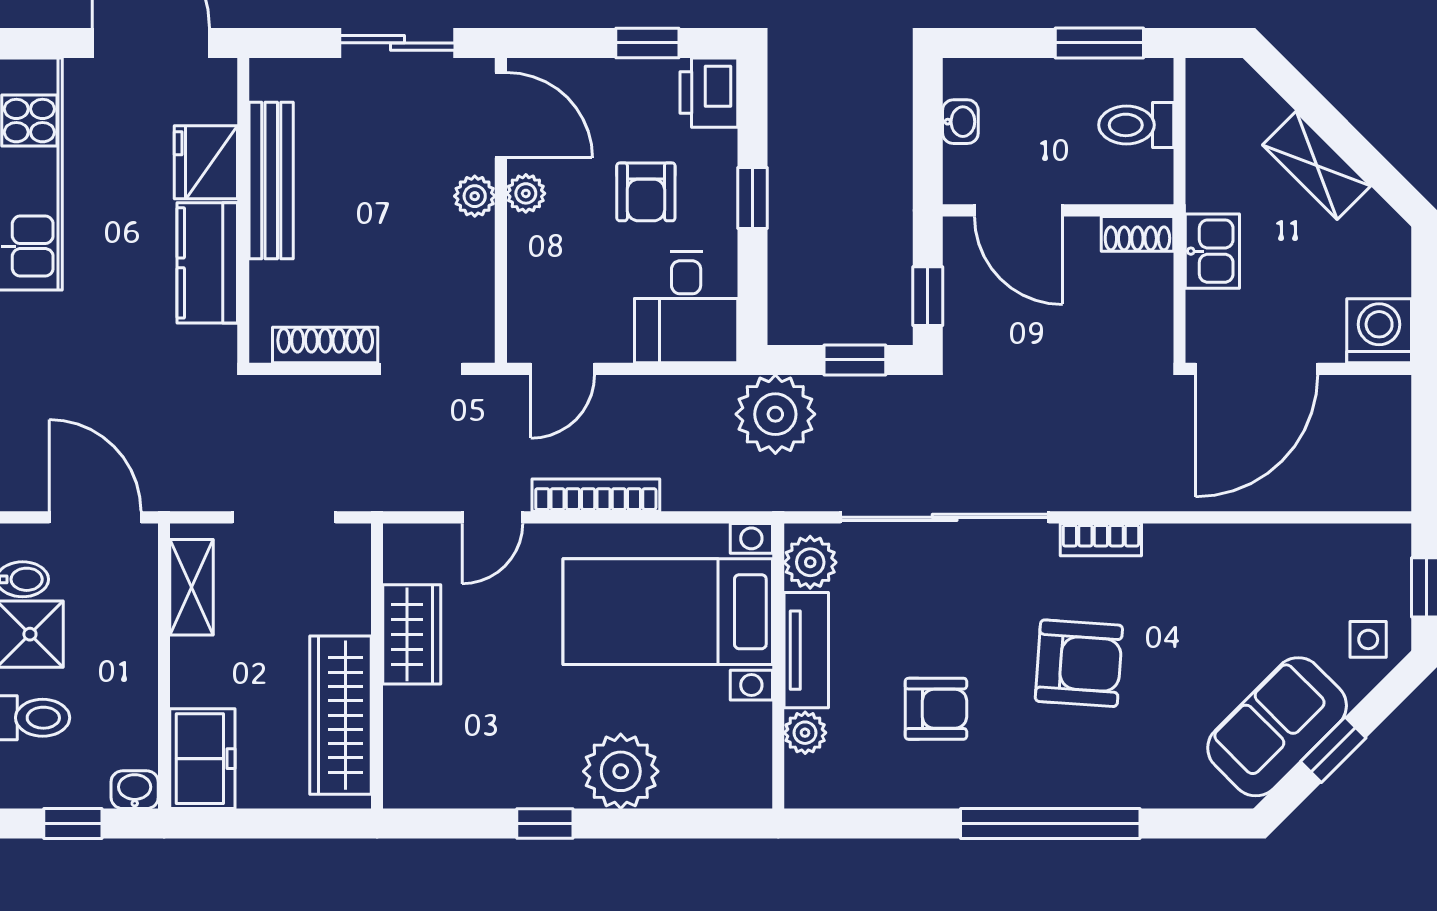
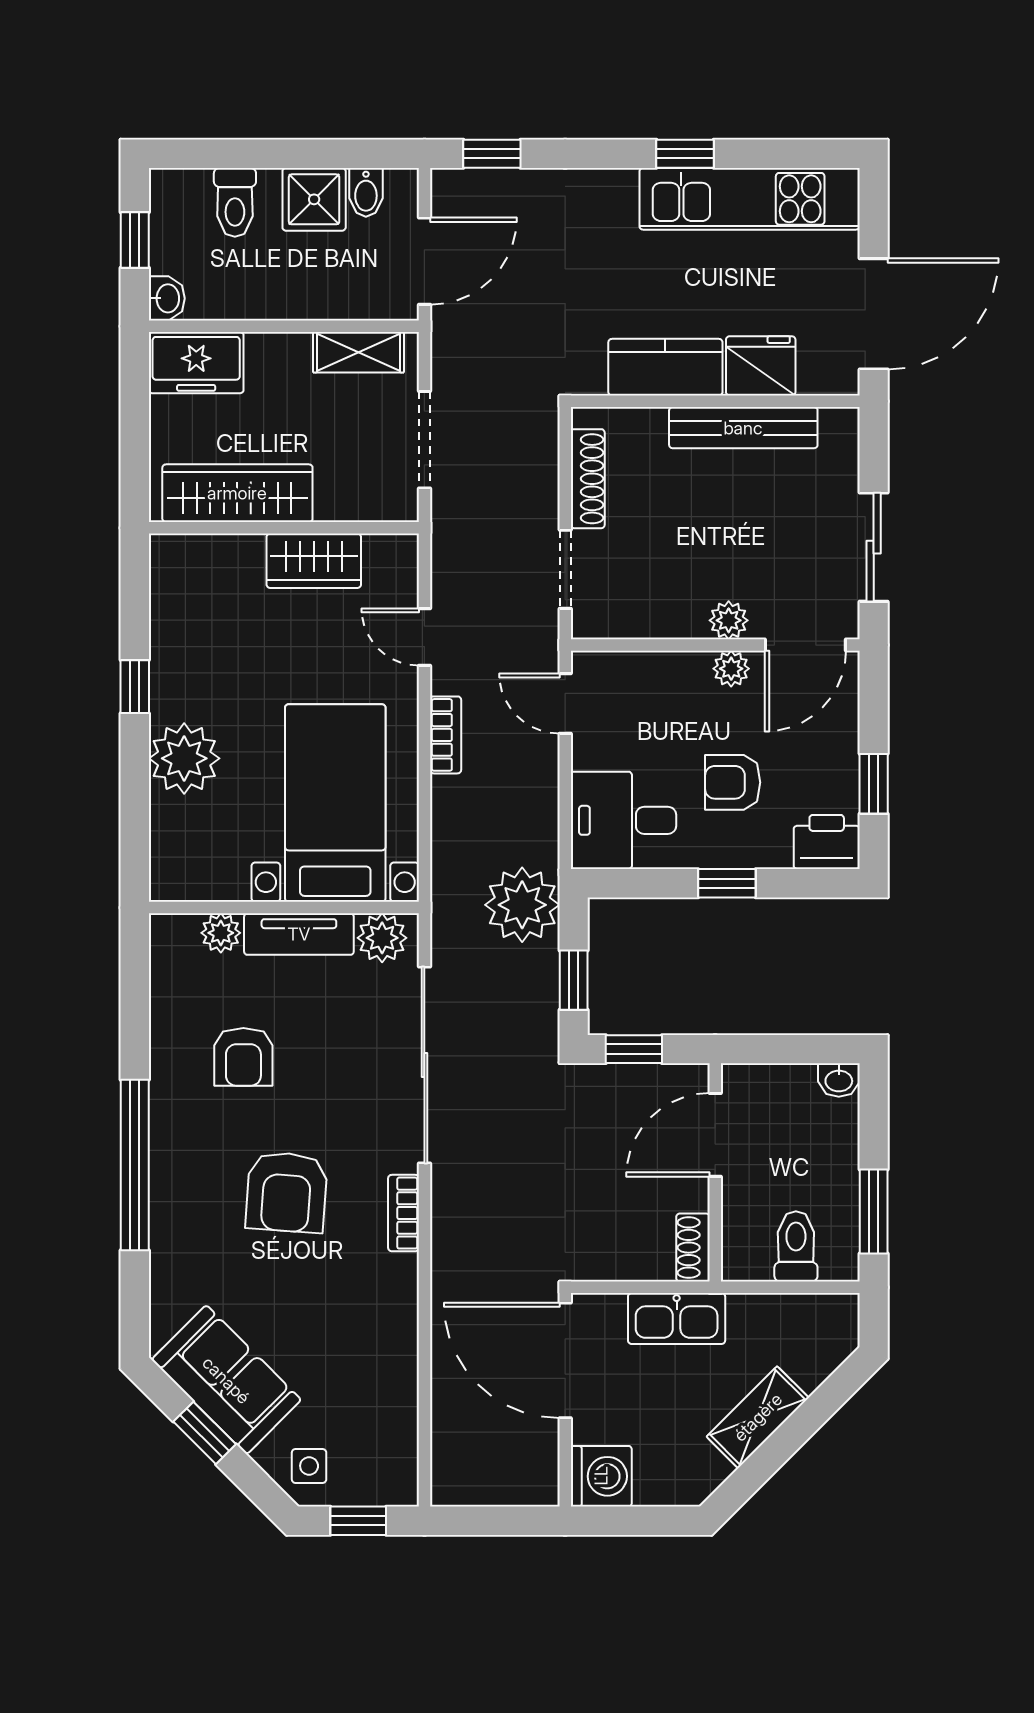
washbasin: (960, 122) -> (839, 1080), moved
kitchen sink: (1212, 251) -> (677, 1319), width x1.38
bookcase: (596, 495) -> (446, 735), width x0.64

